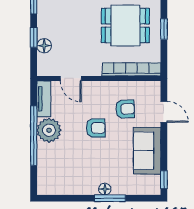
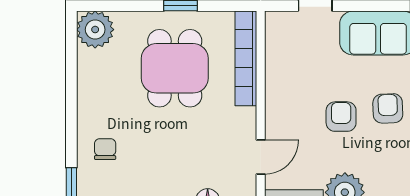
armchair: (125, 109) -> (388, 108), moved

